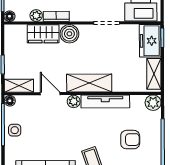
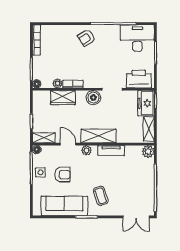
boiler: (69, 34) -> (93, 98), moved
tv unit: (105, 102) -> (111, 150), width x0.71
armchair: (130, 140) -> (62, 175), moved

